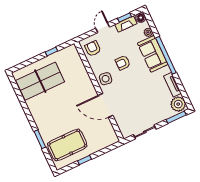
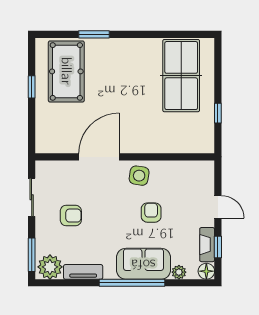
armchair: (93, 49) -> (71, 216), moved

